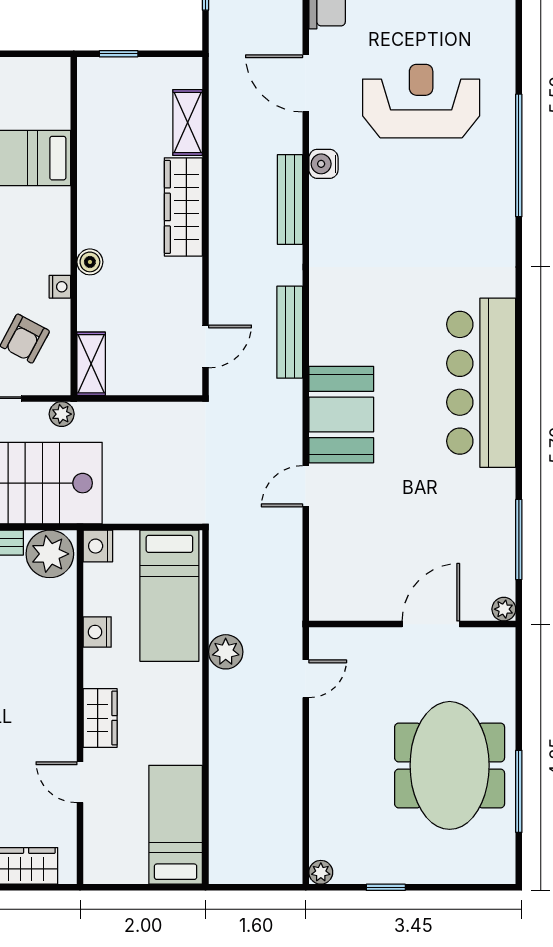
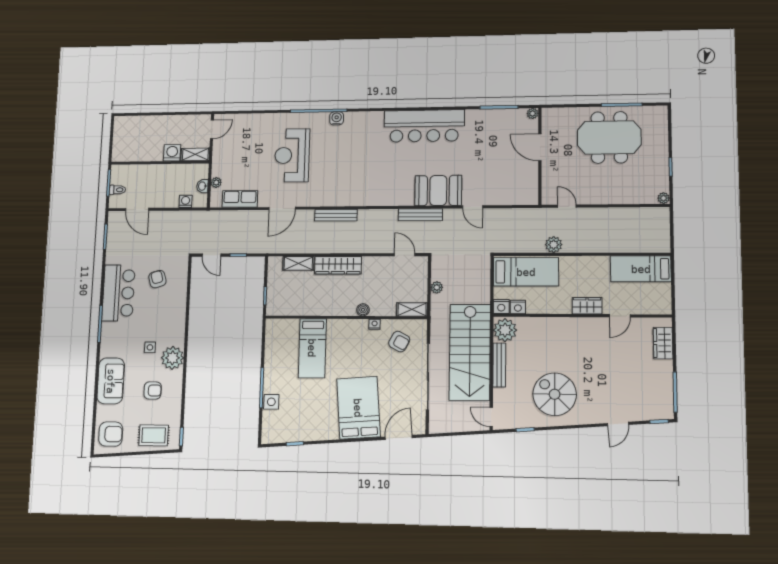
water cooler: (323, 164) -> (337, 118), moved, turned 180
bench: (290, 332) -> (420, 215), moved
plant: (62, 414) -> (437, 287), moved
nightstand: (97, 632) -> (518, 307), moved

